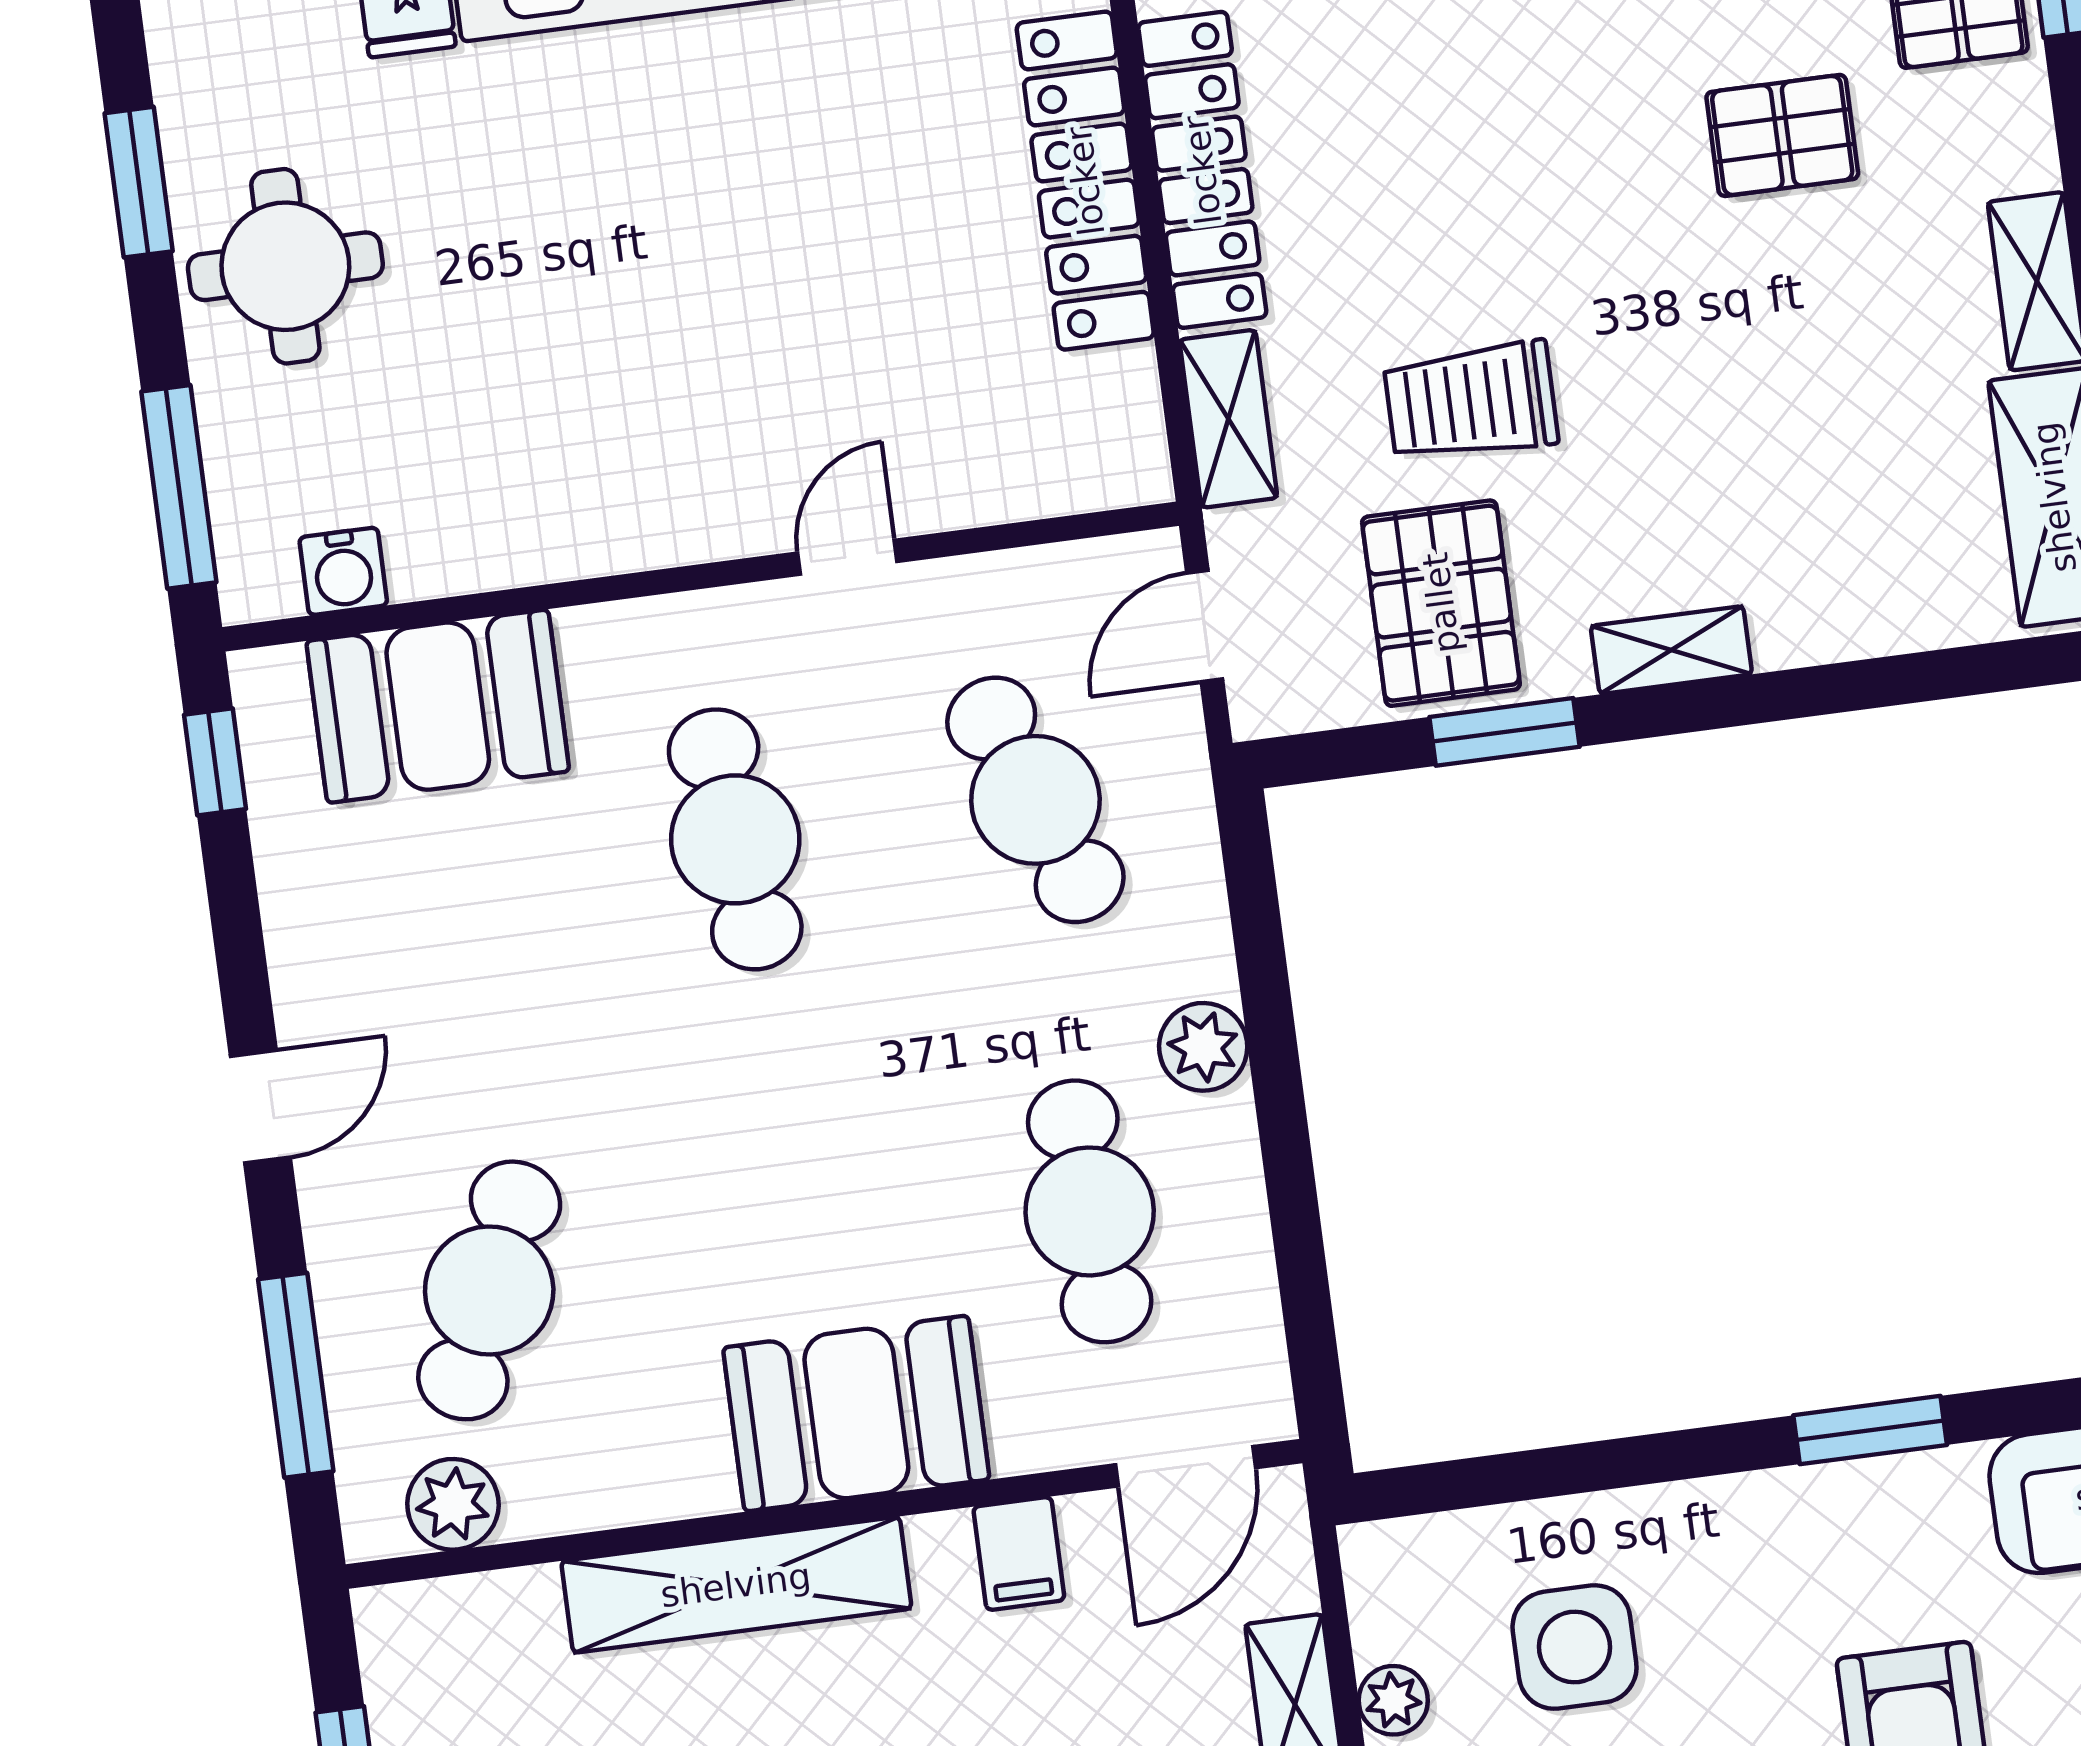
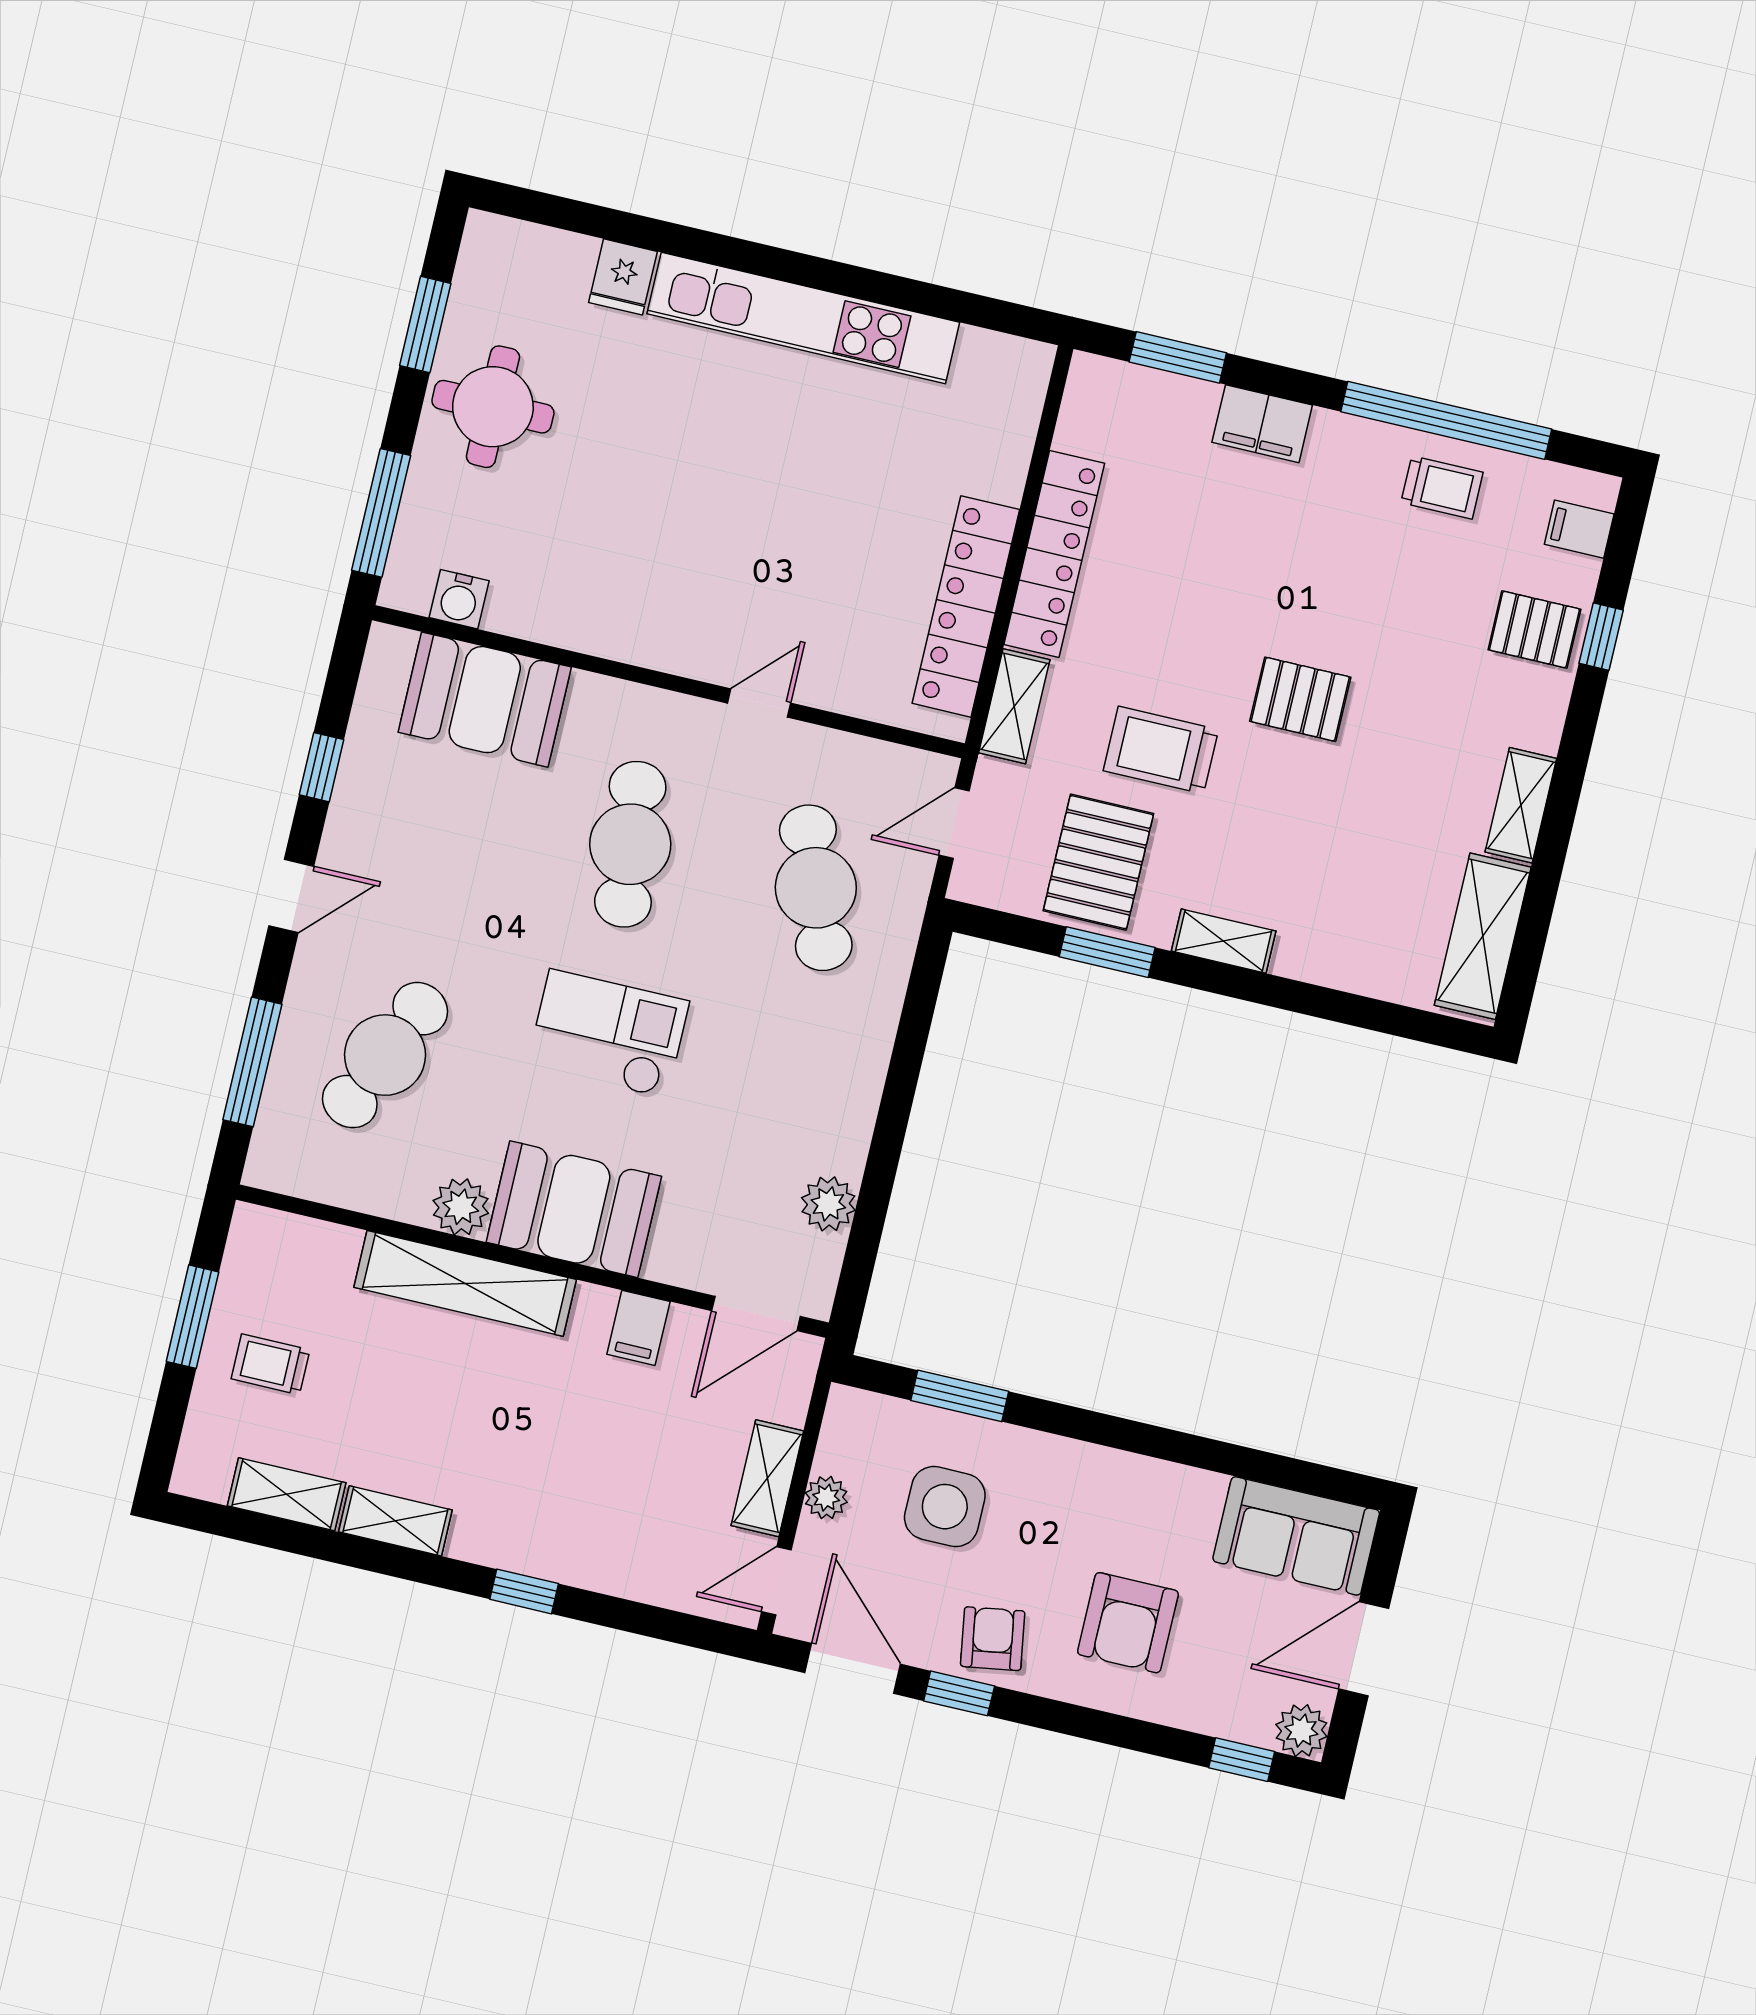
pallet: (1782, 135) -> (1300, 699), moved
locker: (1085, 181) -> (966, 606), moved
window: (215, 762) -> (321, 767), moved
plant: (1203, 1047) -> (828, 1204), moved
checkout: (809, 1133) -> (608, 1034), added
cafe table: (1090, 1211) -> (756, 1142), removed
window: (1870, 1430) -> (960, 1396), moved
plant: (453, 1504) -> (461, 1207), moved

